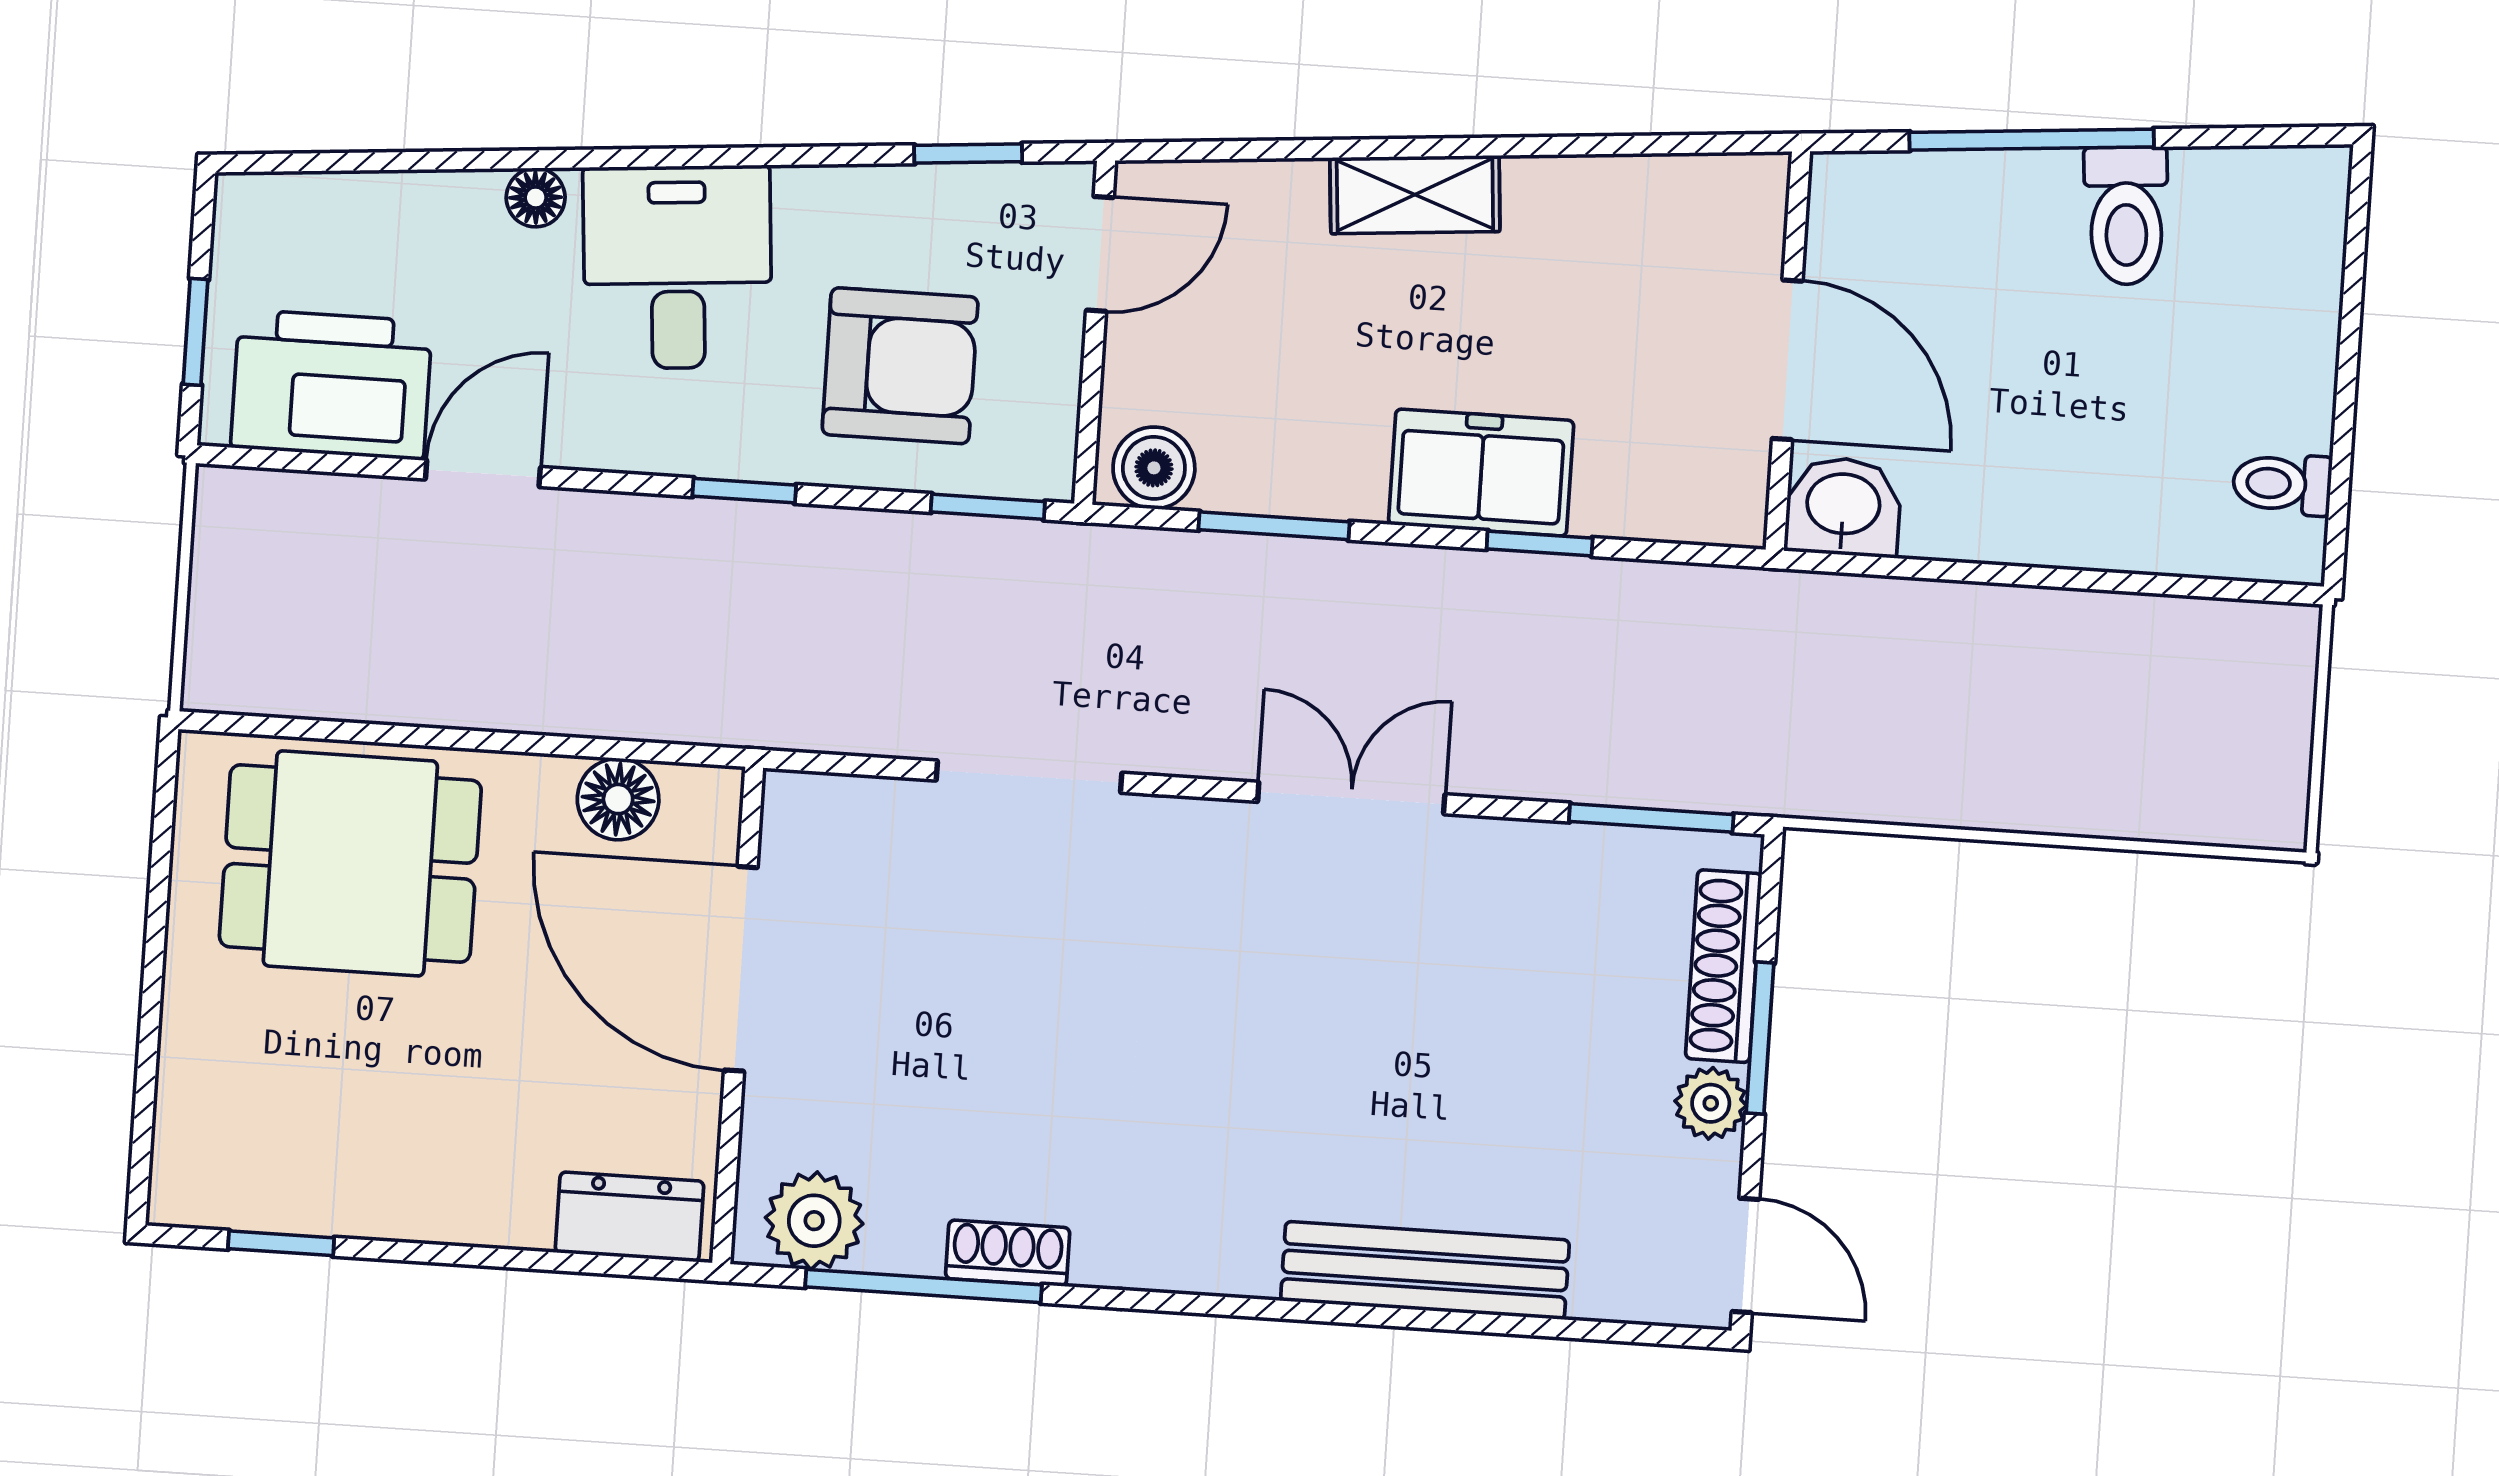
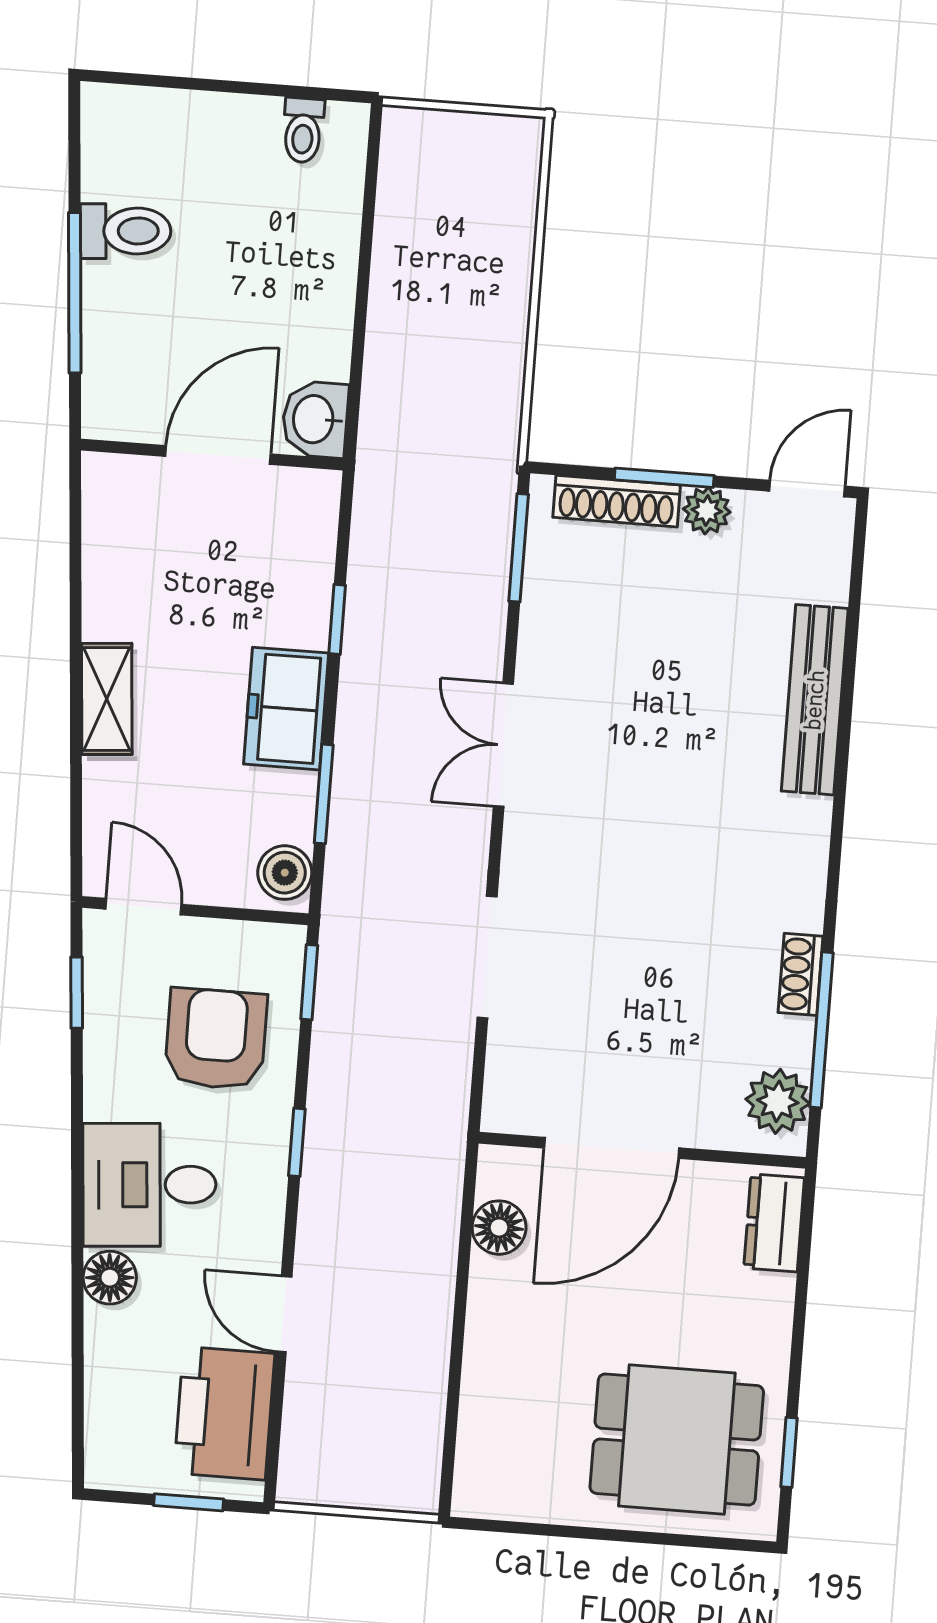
floor lamp: (536, 198) -> (110, 1278), width x1.37, depth x1.37
freezer: (1481, 473) -> (286, 709), moved
dining table: (350, 863) -> (677, 1440), moved, turned 90

